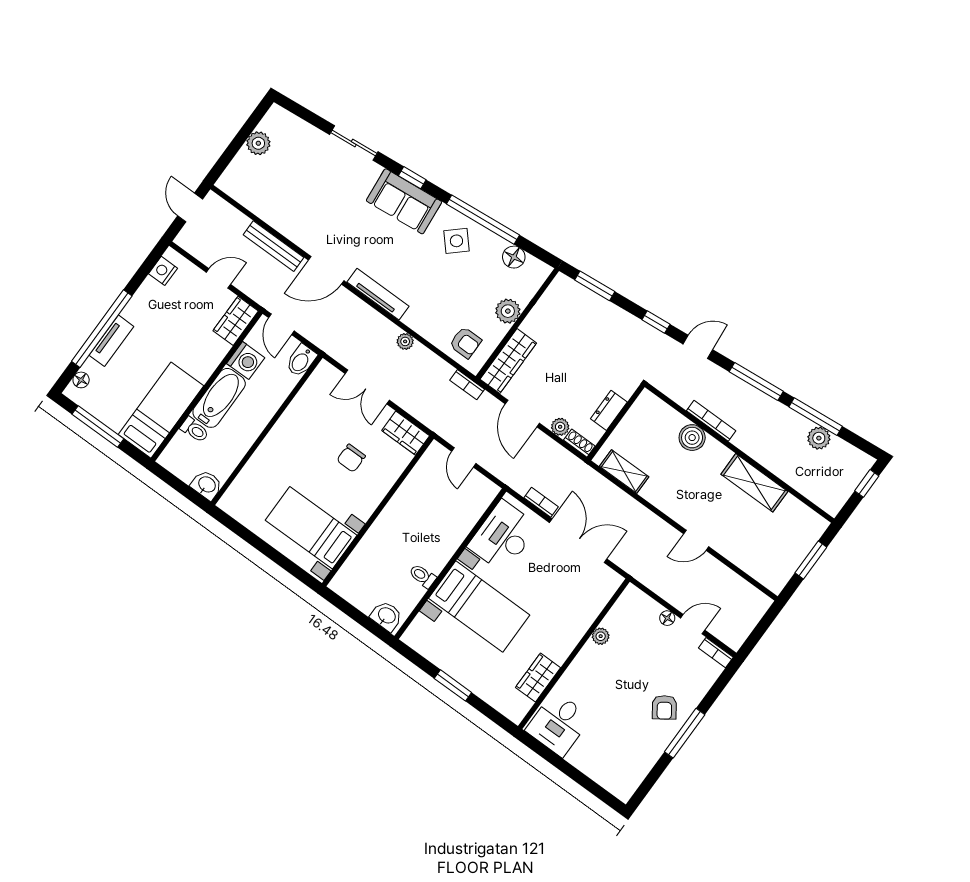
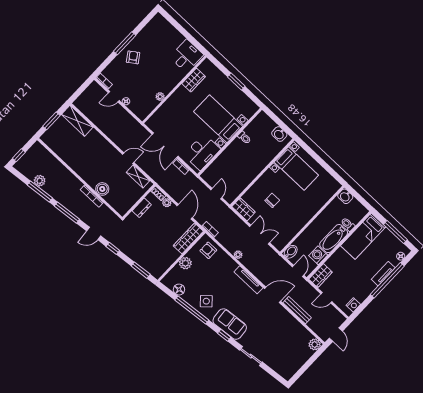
plant: (258, 143) -> (315, 344), moved
shelving: (754, 483) -> (77, 121), moved
door: (696, 540) -> (128, 158), moved
washbasin: (386, 616) -> (279, 134), moved

